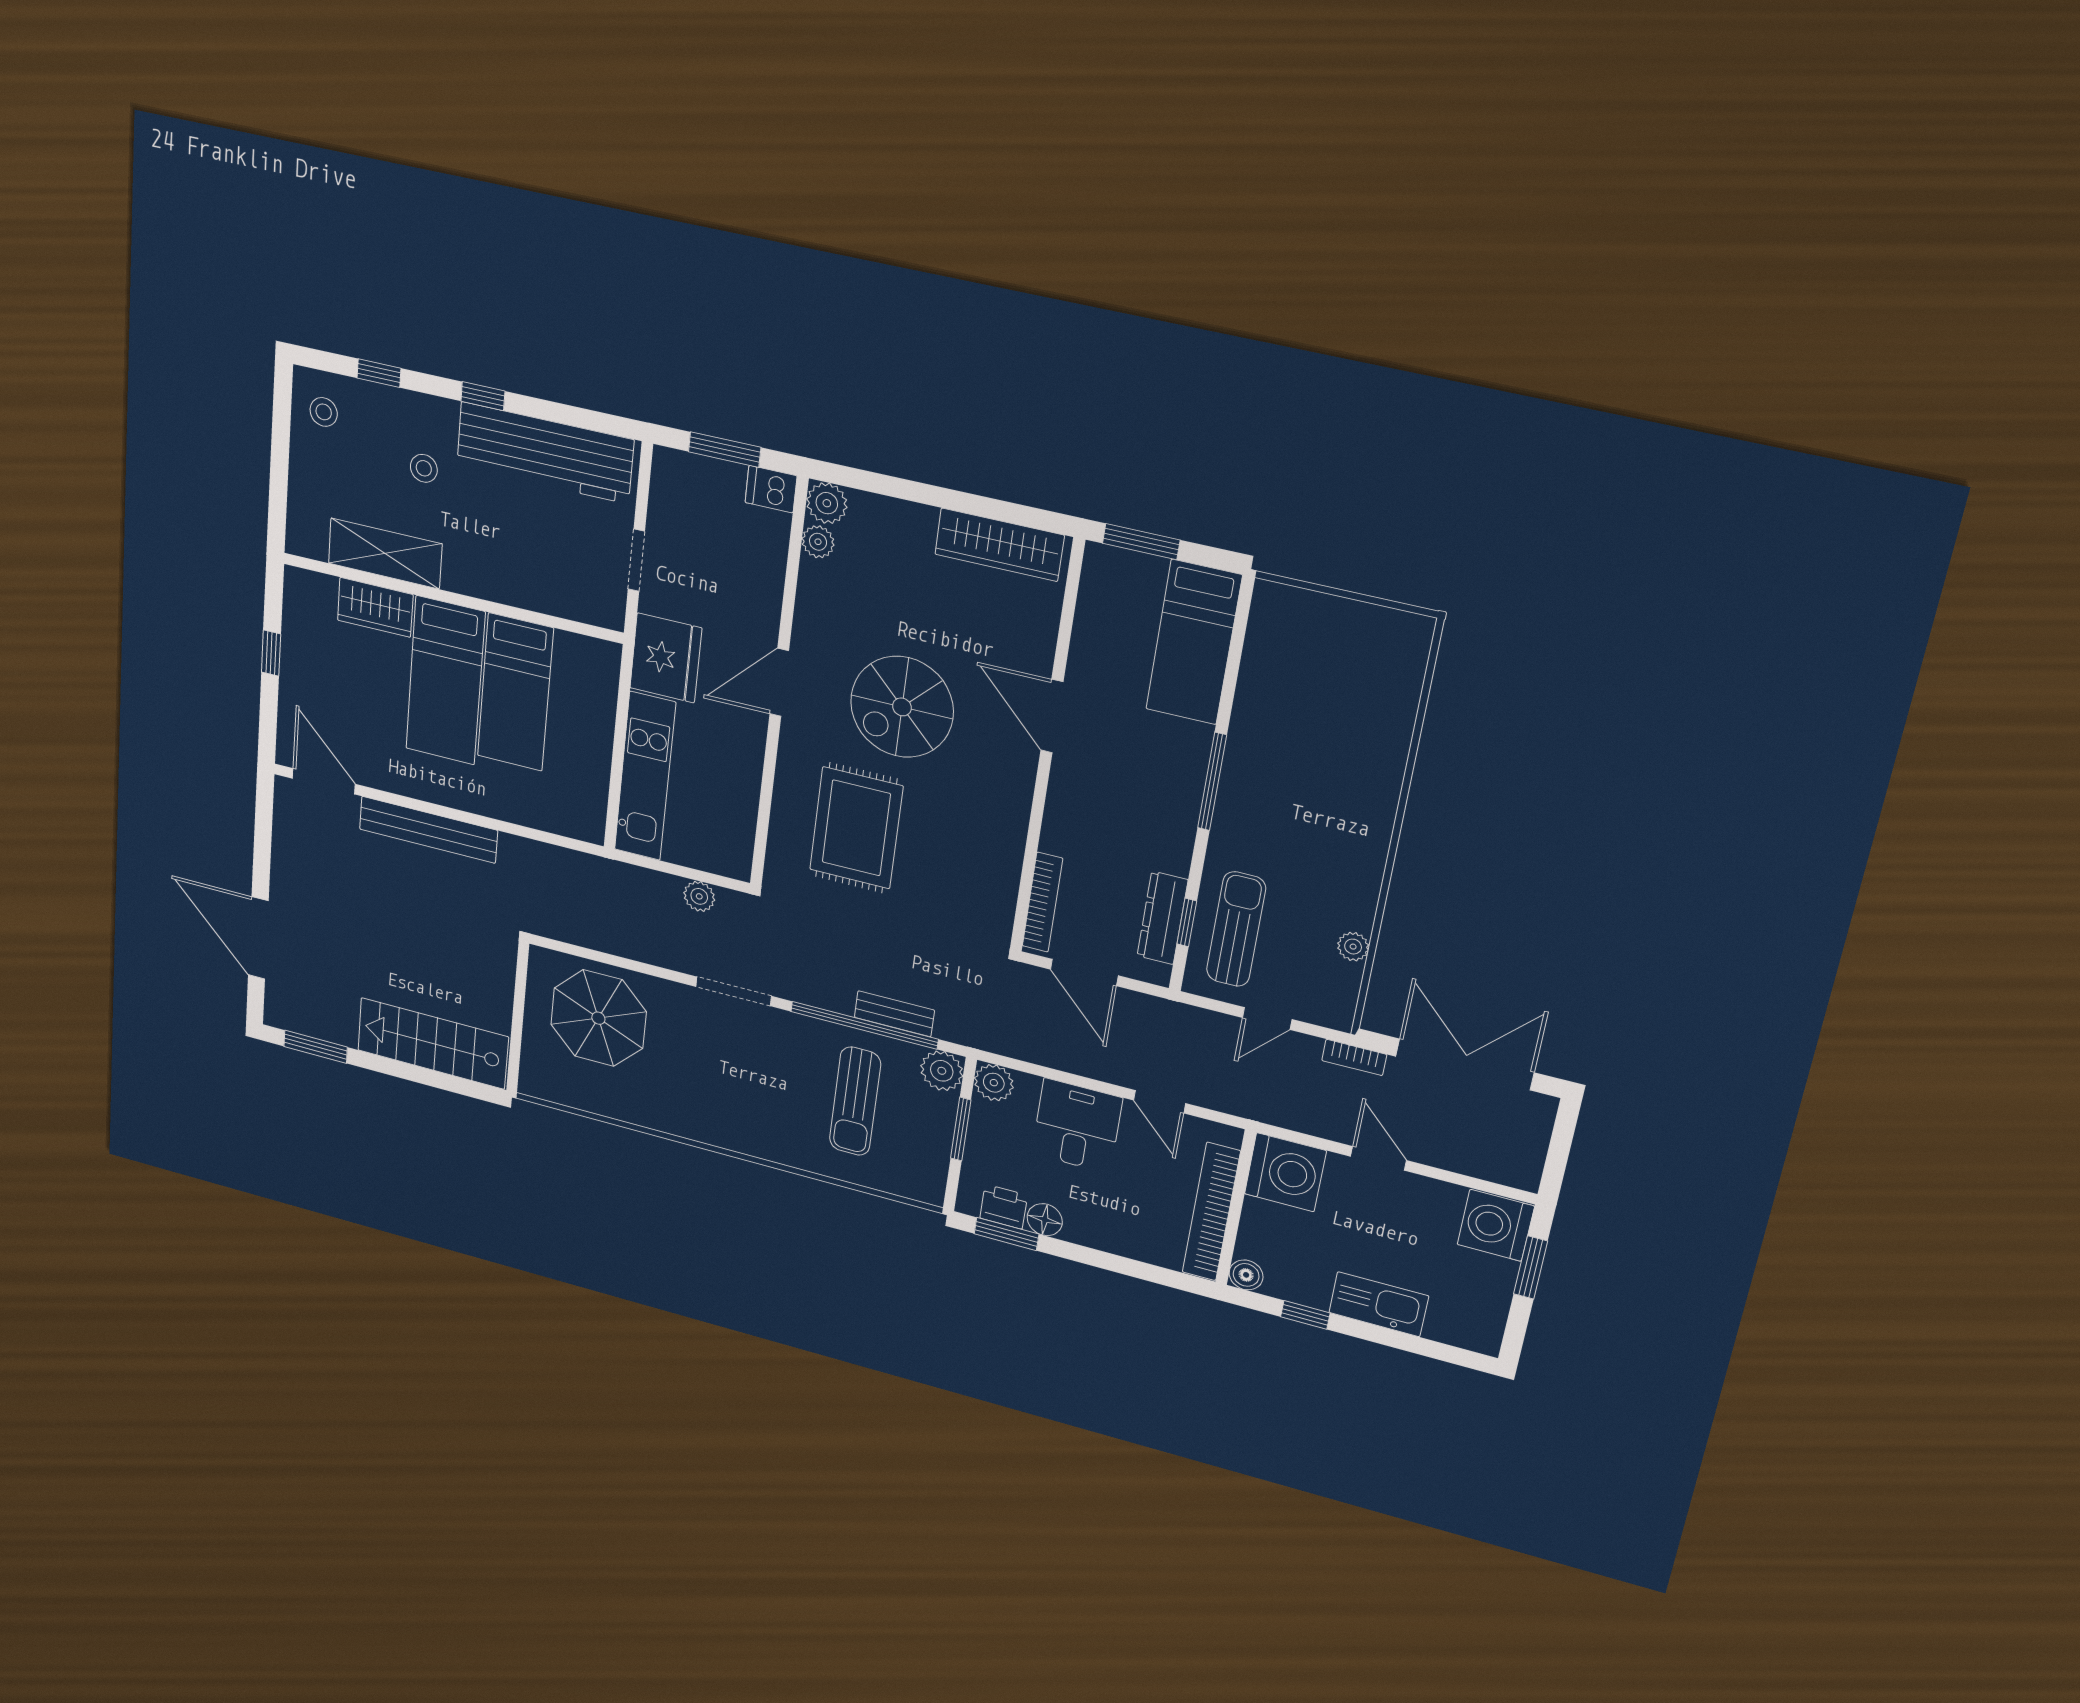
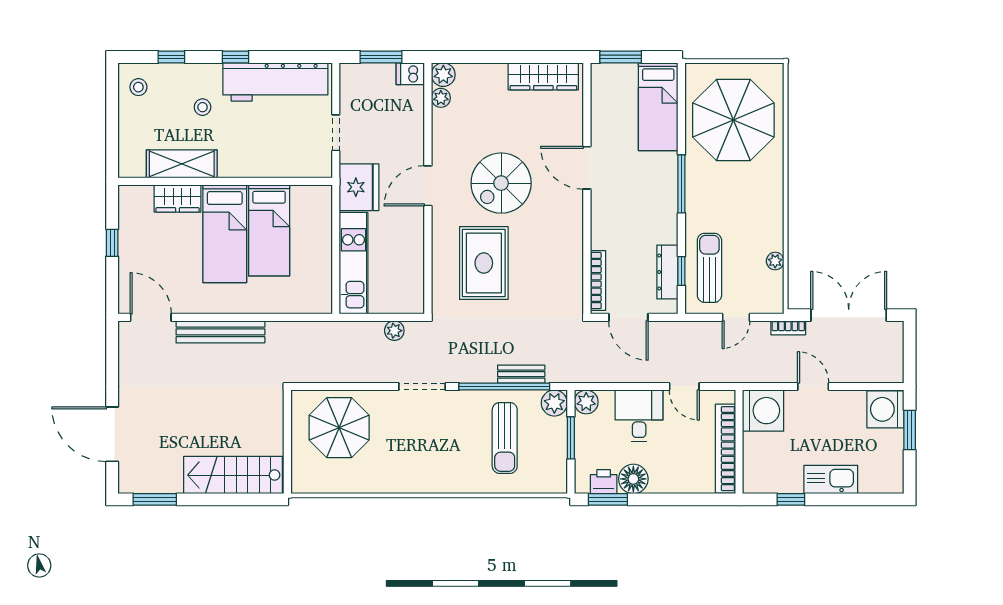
parasol: (1325, 696) -> (733, 120), added
floor lamp: (1045, 1220) -> (633, 479), width x1.38, depth x1.38
boiler: (1246, 1275) -> (752, 484), removed

